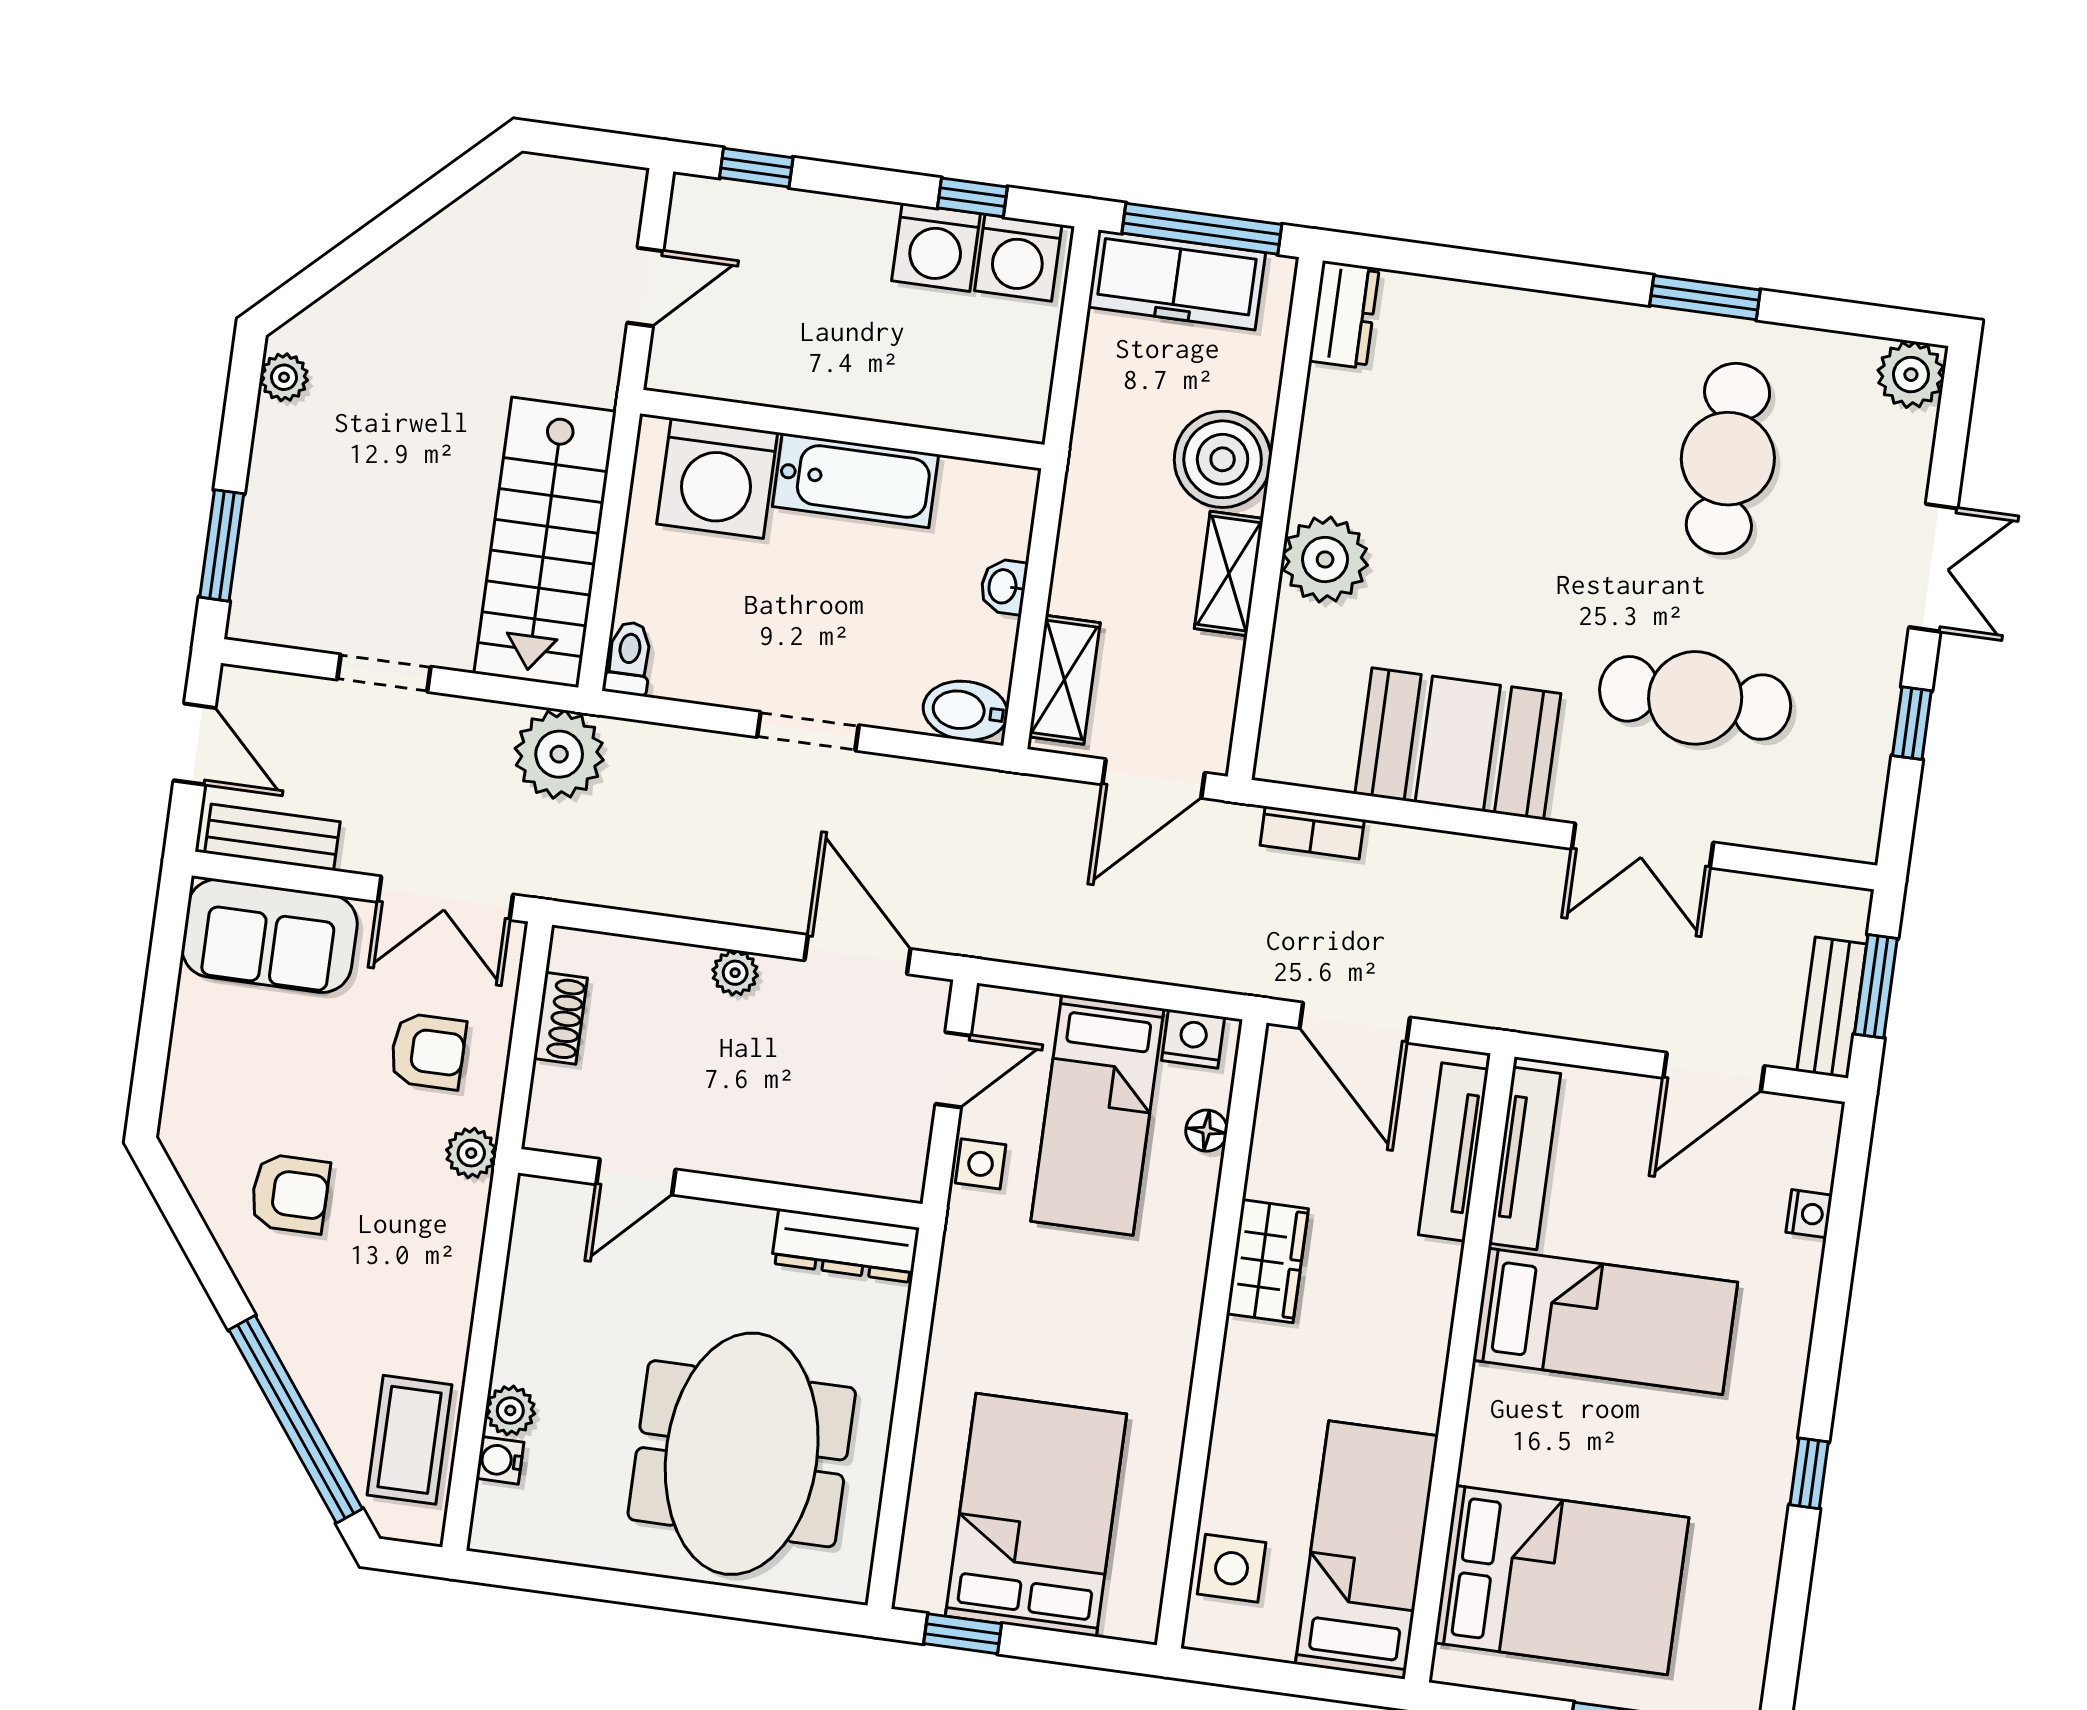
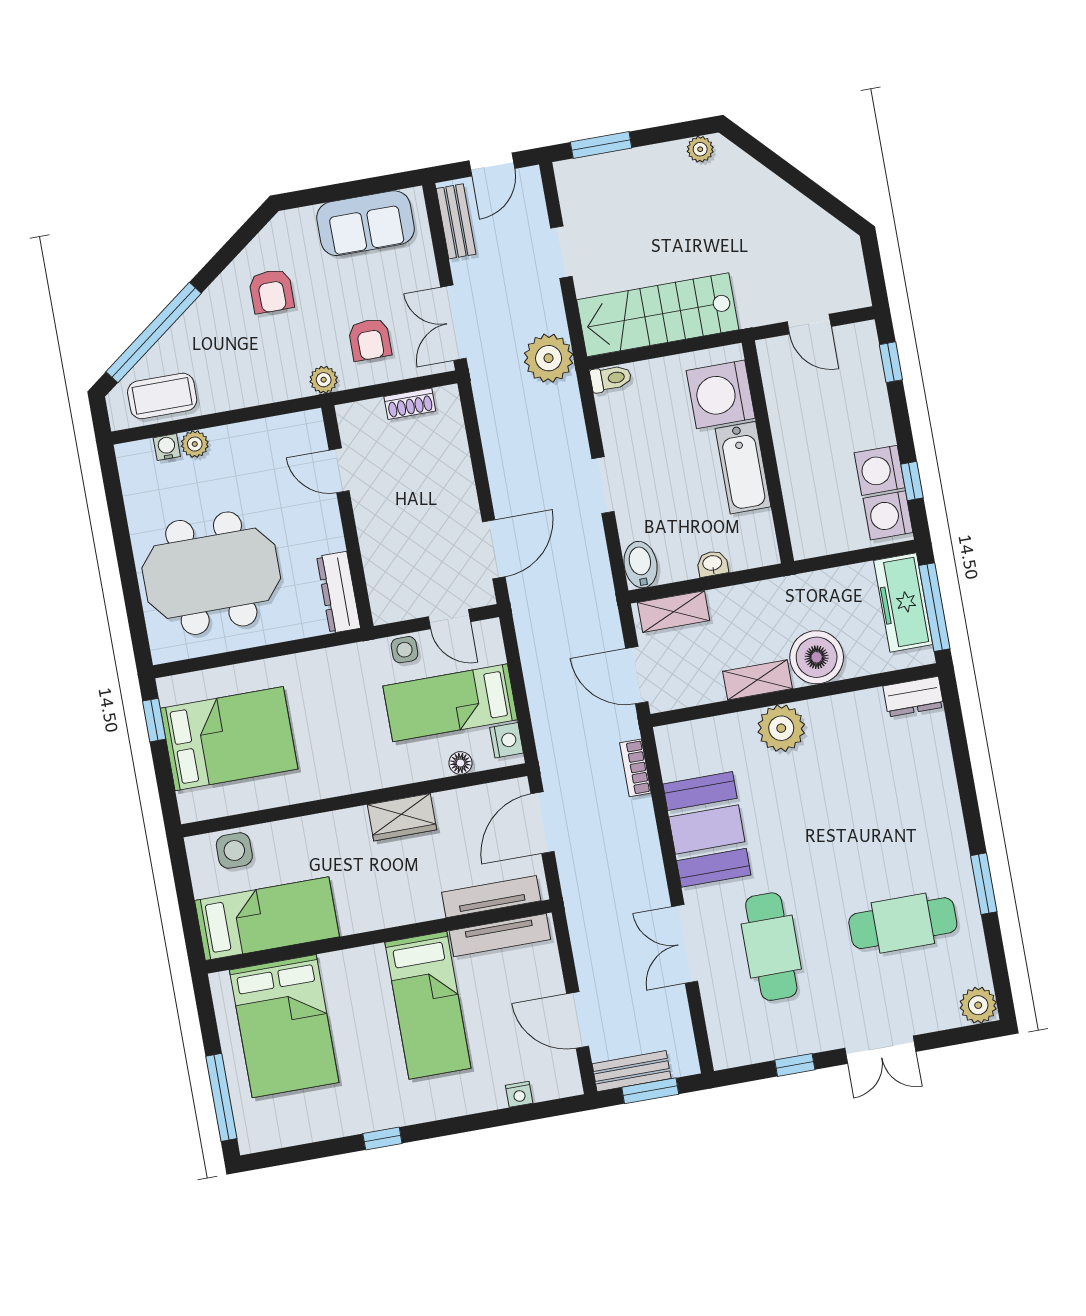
sofa: (270, 936) -> (365, 223), moved, turned -90
plant: (735, 973) -> (463, 488), removed

